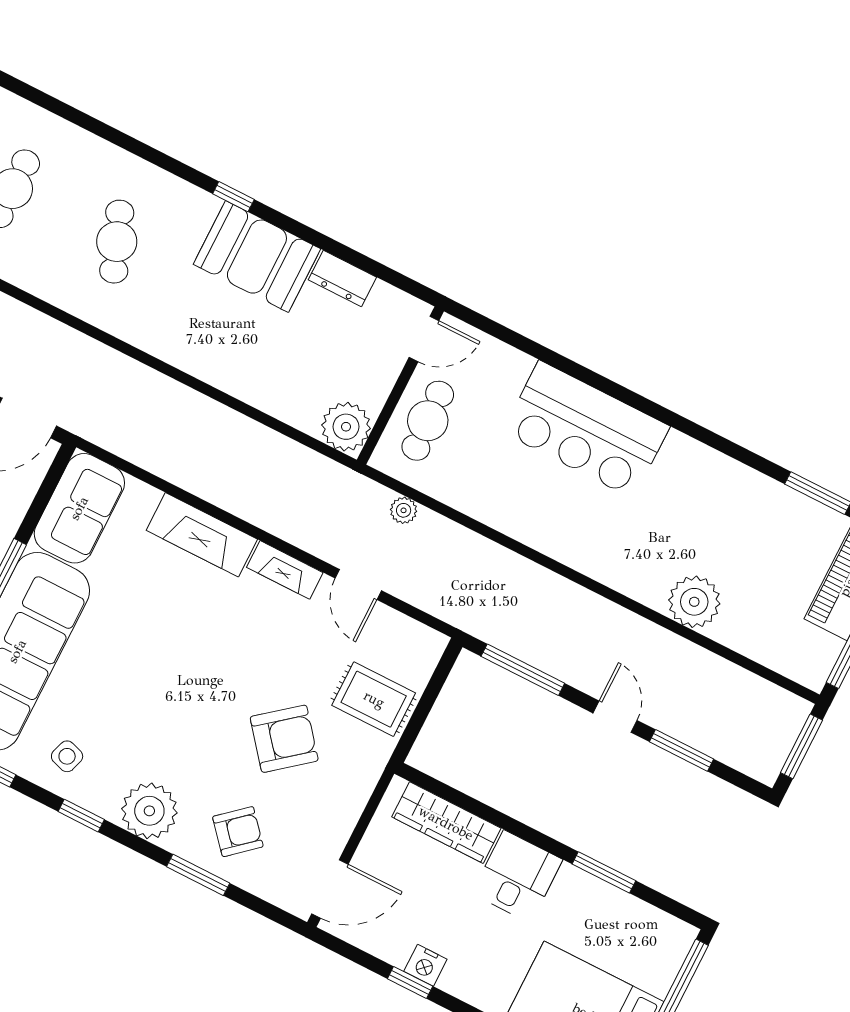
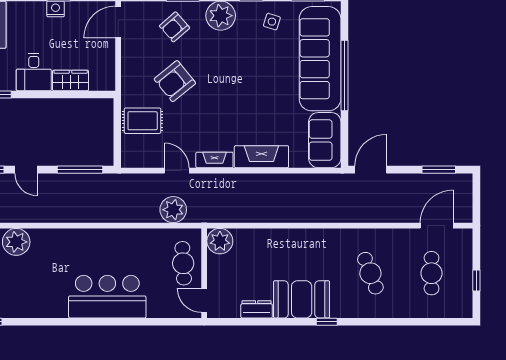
door: (424, 339) -> (204, 300), hinge flipped
plant: (404, 510) -> (173, 210), width x1.88, depth x1.88
wardrobe: (446, 823) -> (71, 80), width x0.67

